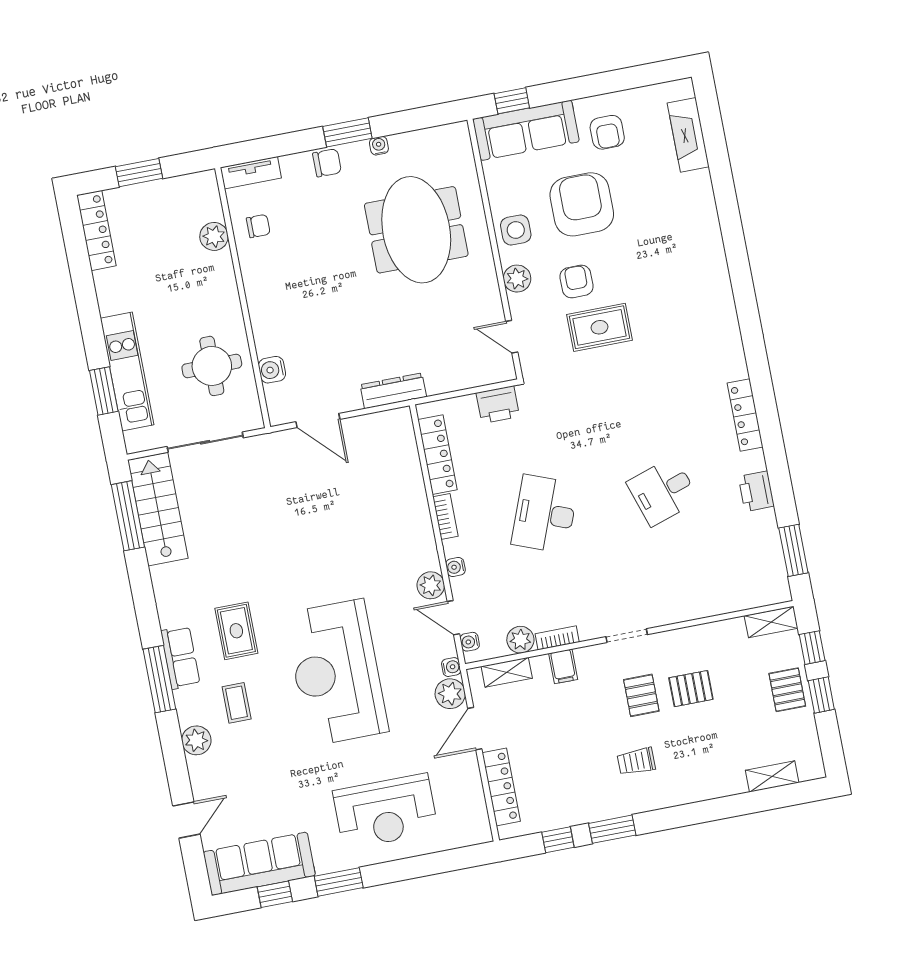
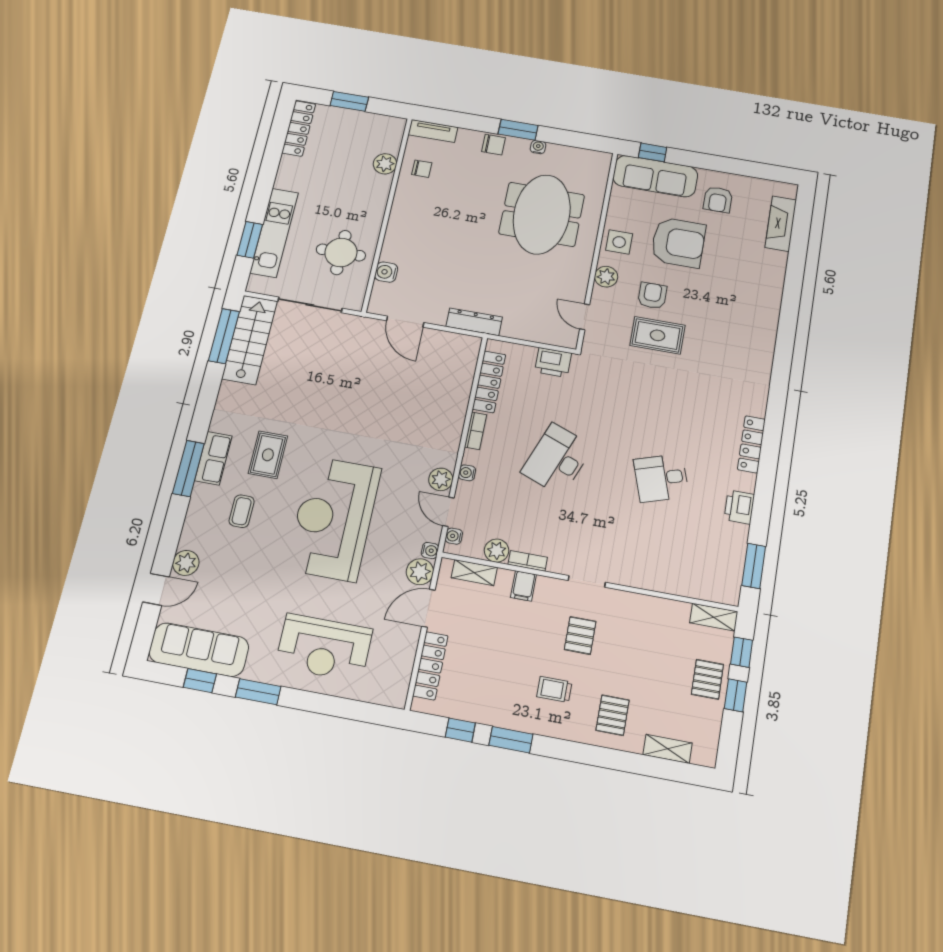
armchair: (582, 204) -> (678, 242), turned 90
pallet: (691, 689) -> (613, 715), moved, turned 90
plant: (196, 740) -> (186, 563), moved

